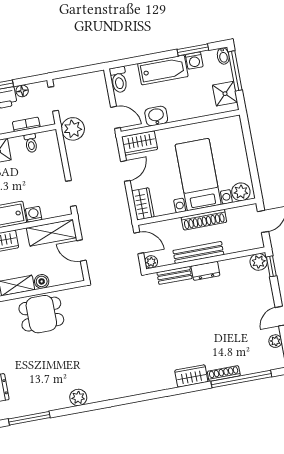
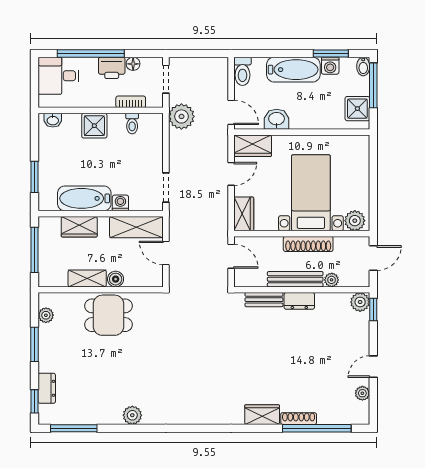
plant: (151, 262) -> (332, 280), moved

